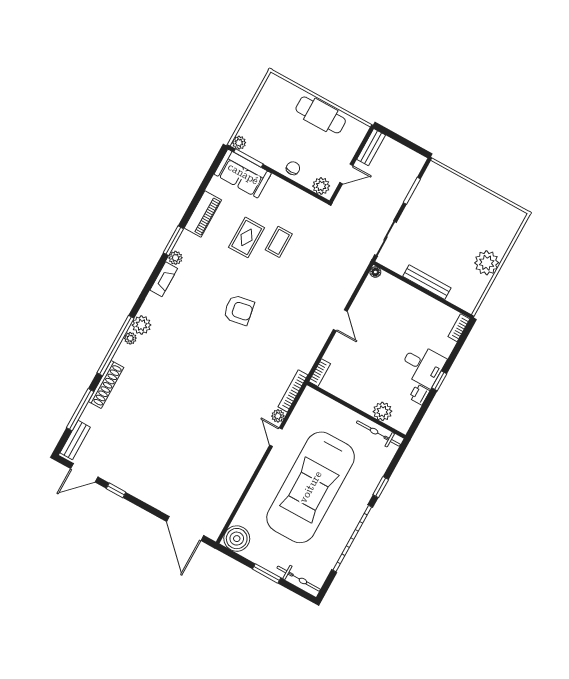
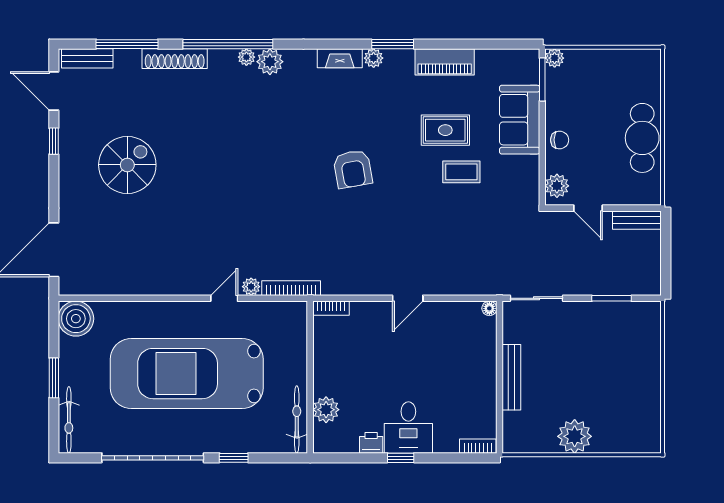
sofa: (243, 174) -> (520, 120), moved
spiral stairs: (157, 452) -> (127, 165), added

